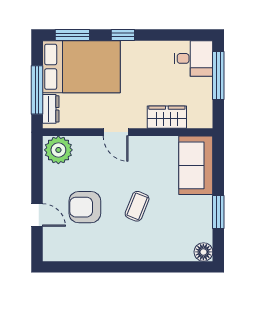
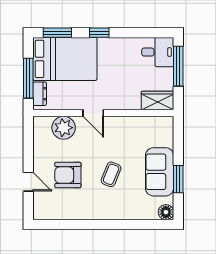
wardrobe: (167, 117) -> (157, 101), moved
plant: (58, 150) -> (64, 128), moved
sofa: (196, 165) -> (160, 172), moved

